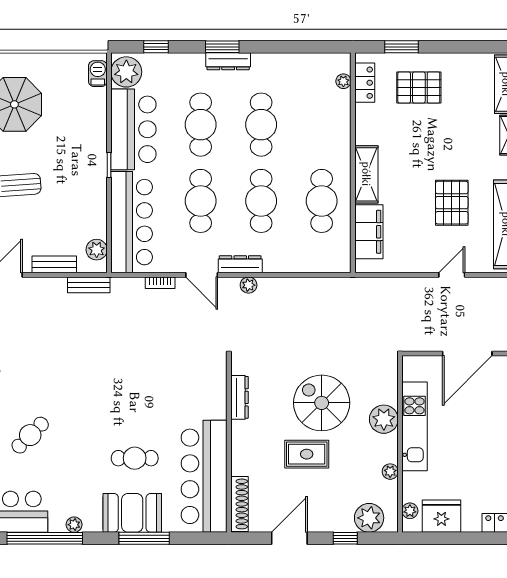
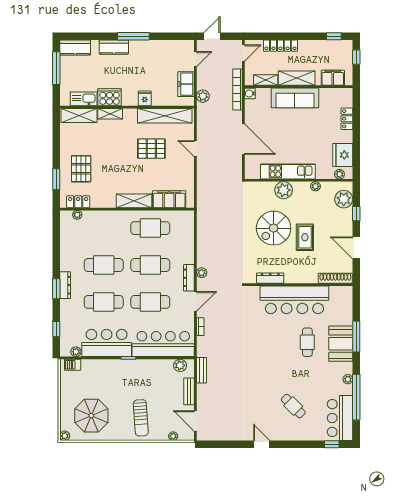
plant: (126, 72) -> (76, 352), width x0.53, depth x0.53
bar counter: (204, 476) -> (294, 300), moved

